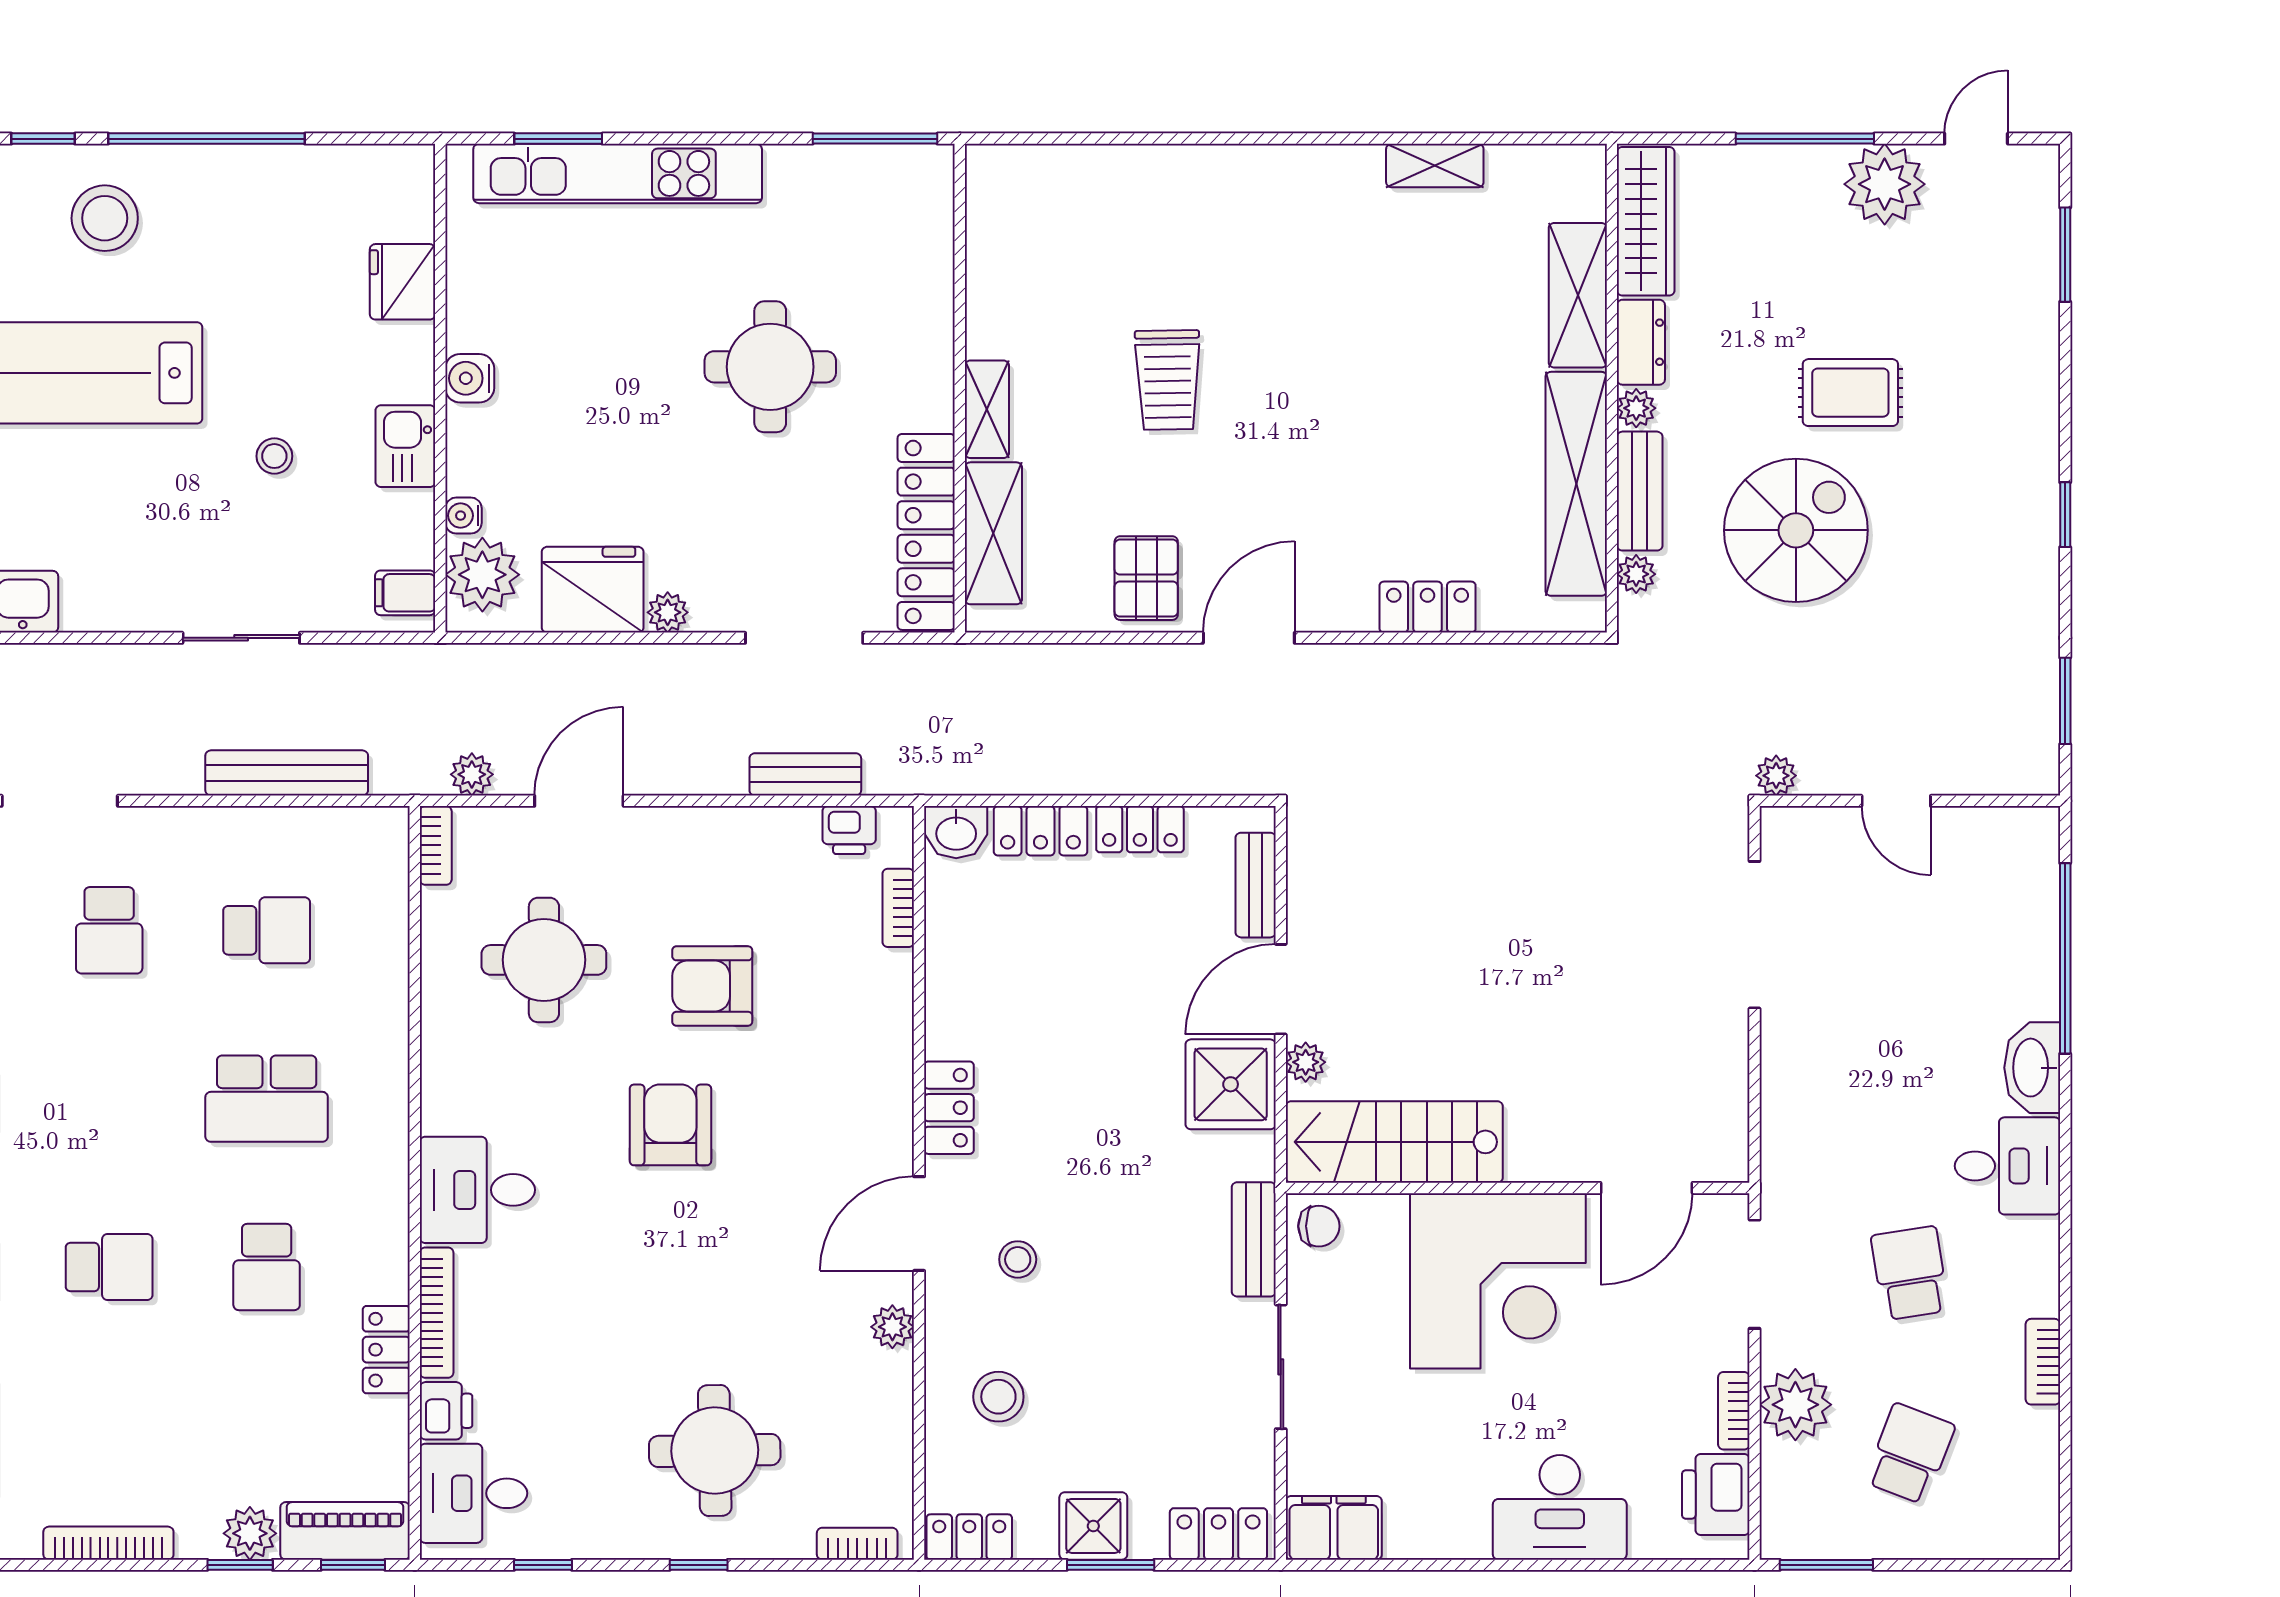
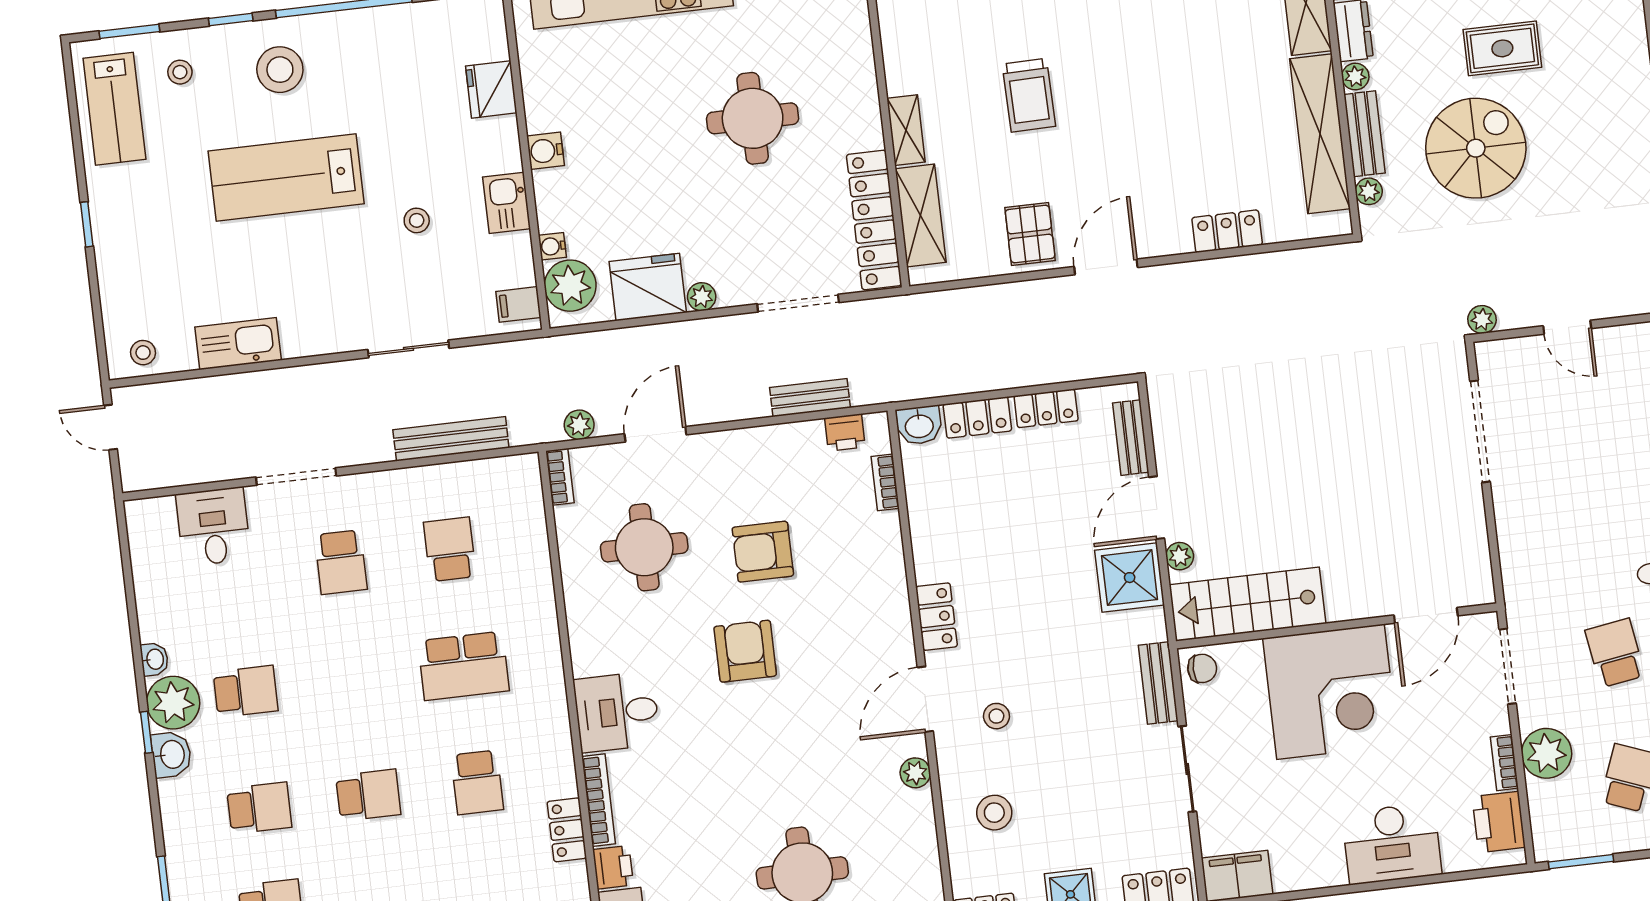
school desk: (267, 930) -> (450, 549), turned -90

